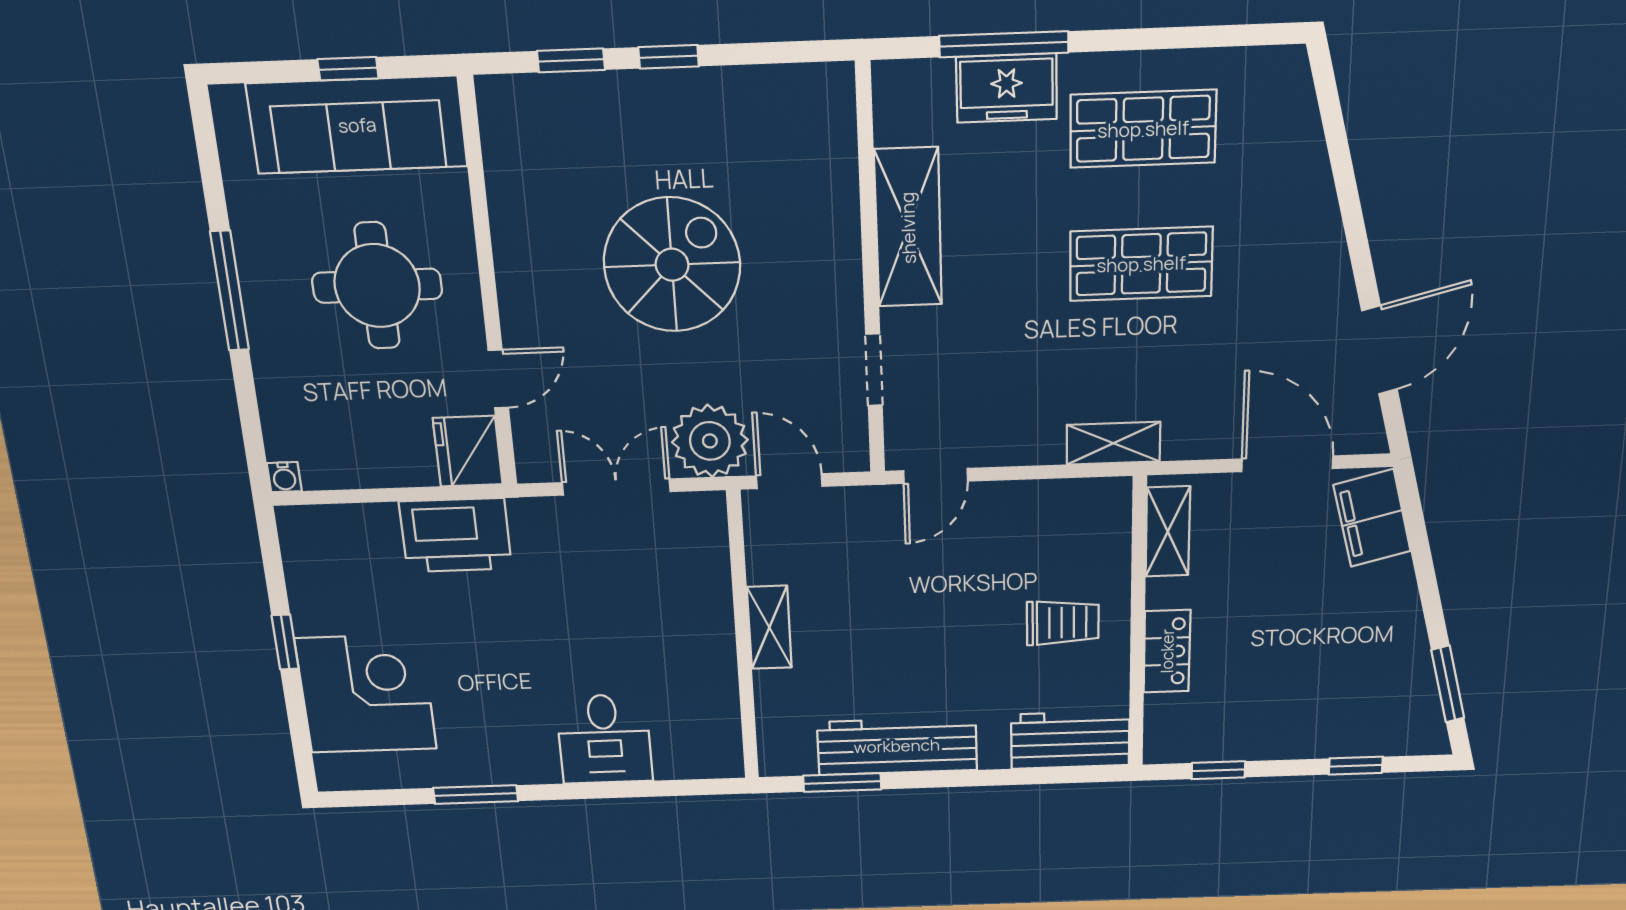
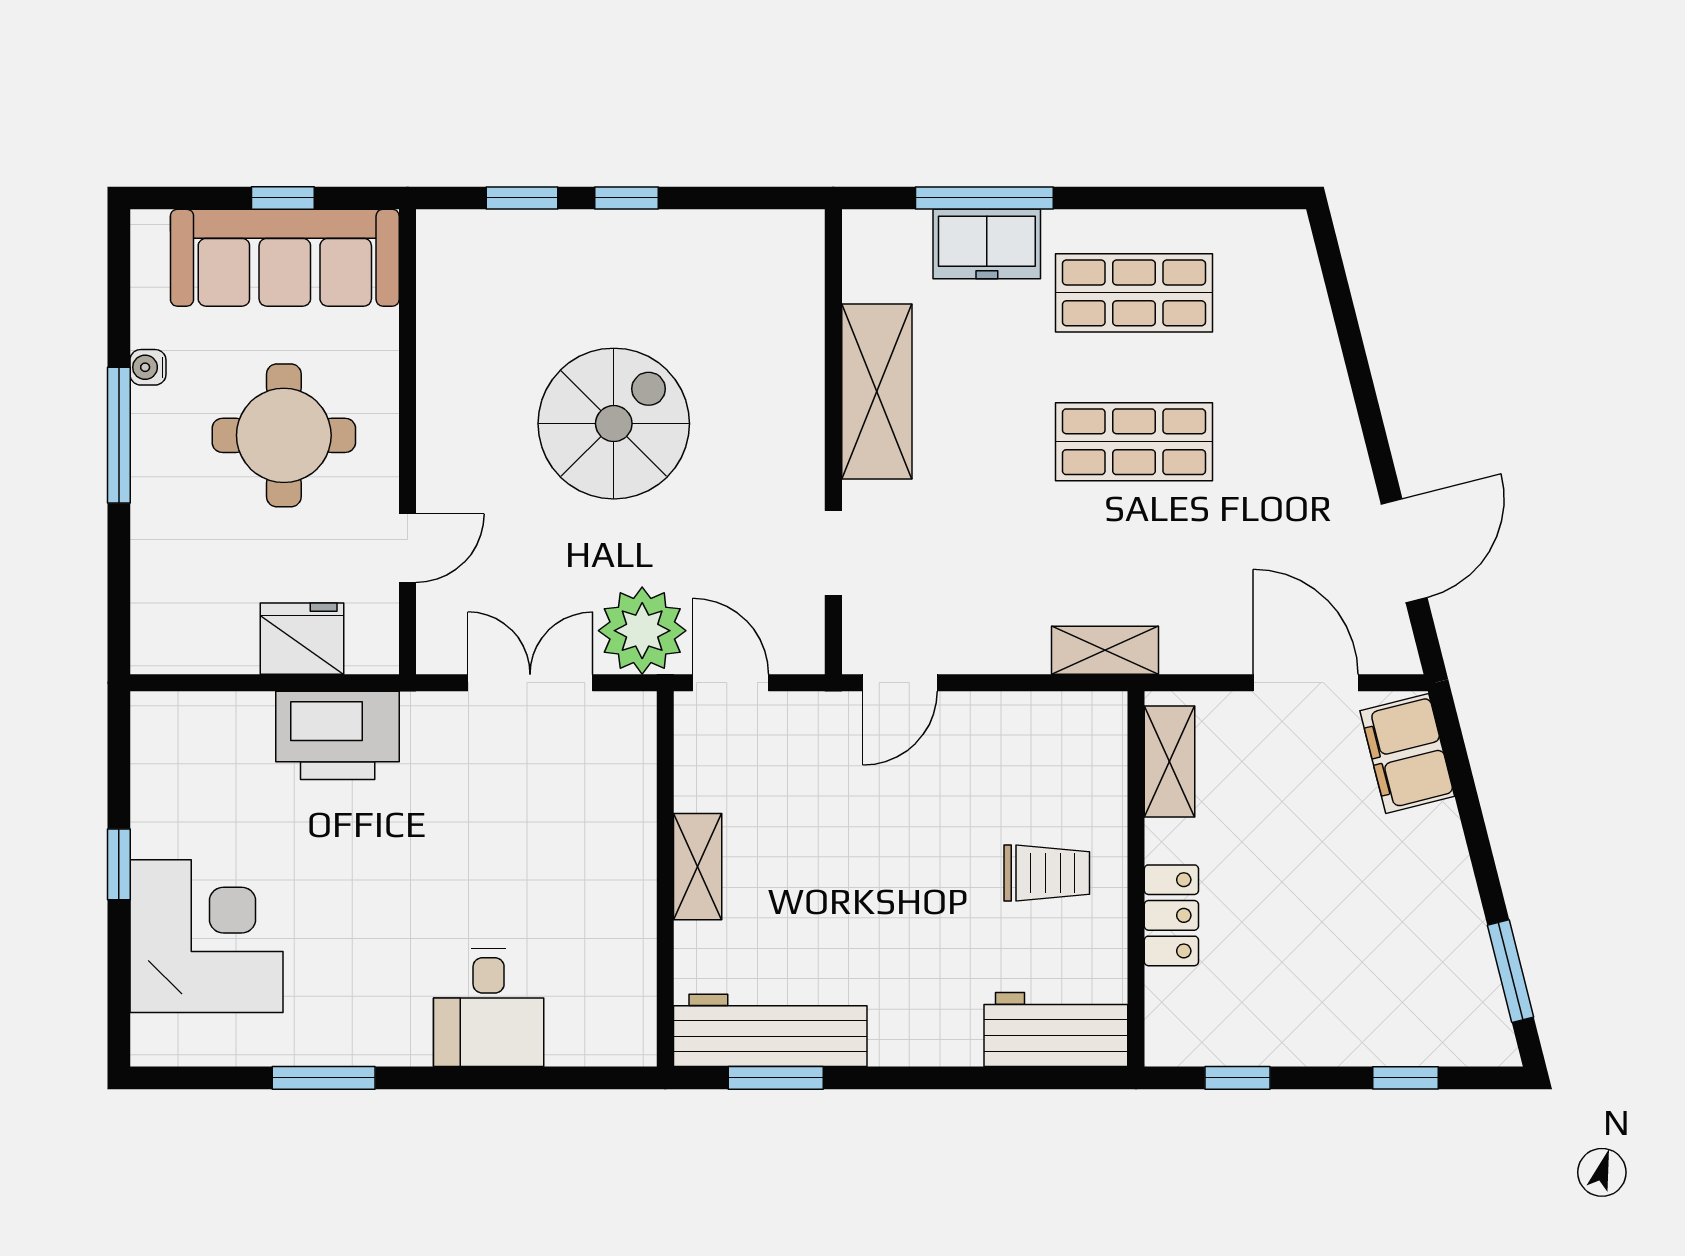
fridge: (468, 451) -> (302, 639), moved, turned 90
water cooler: (284, 477) -> (148, 367), moved, turned 90
workbench: (897, 746) -> (770, 1030), moved

